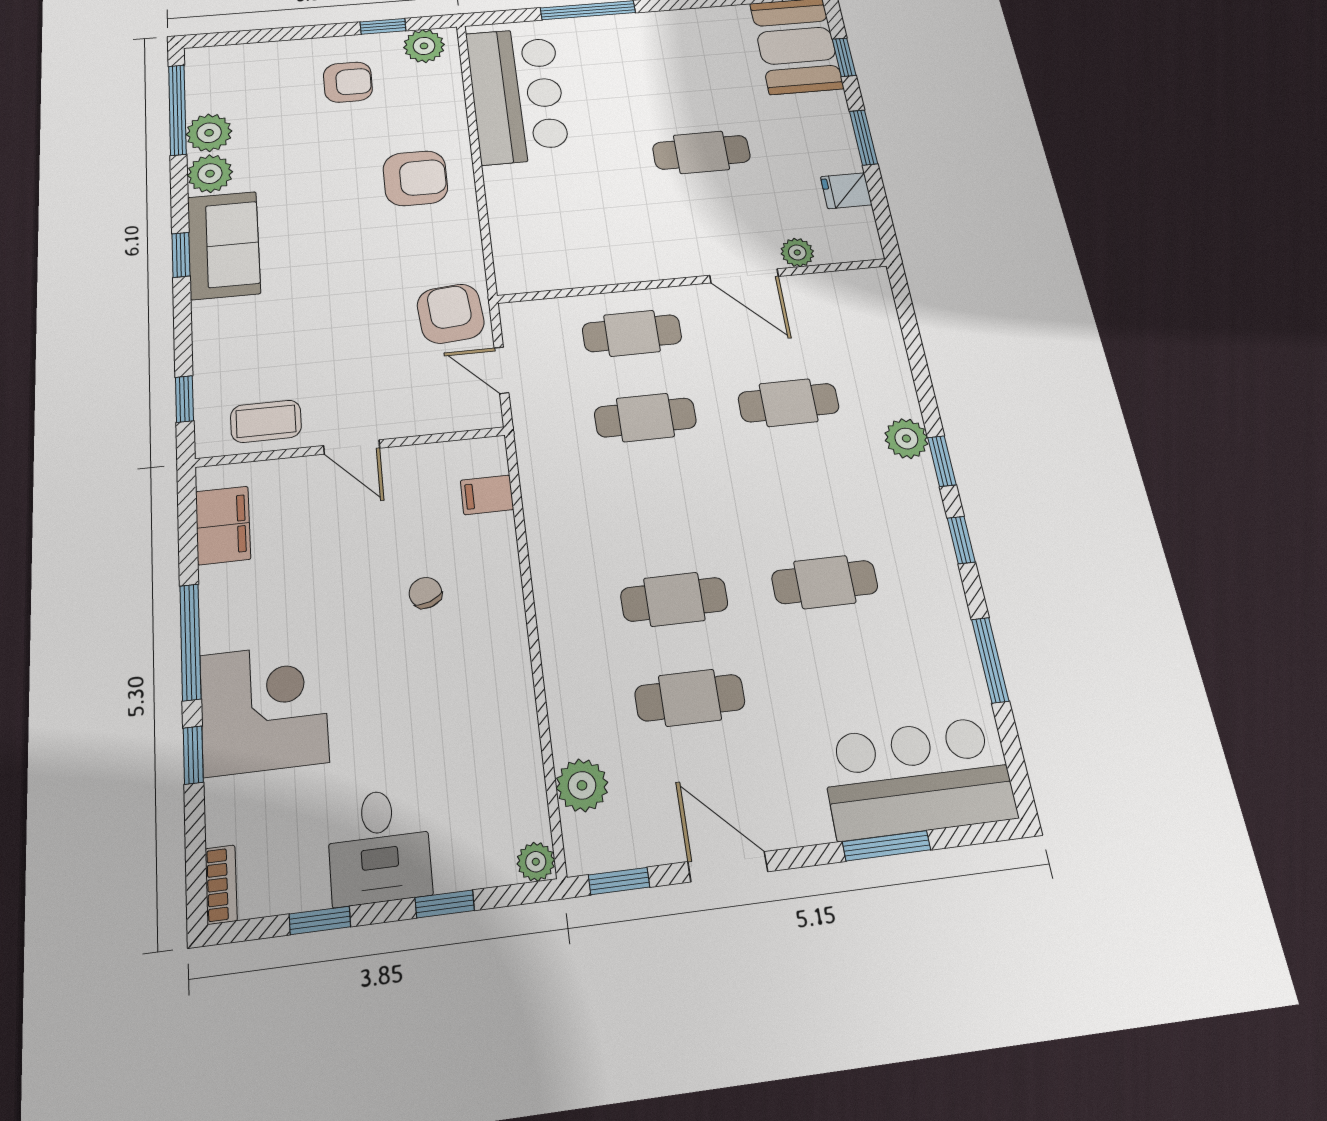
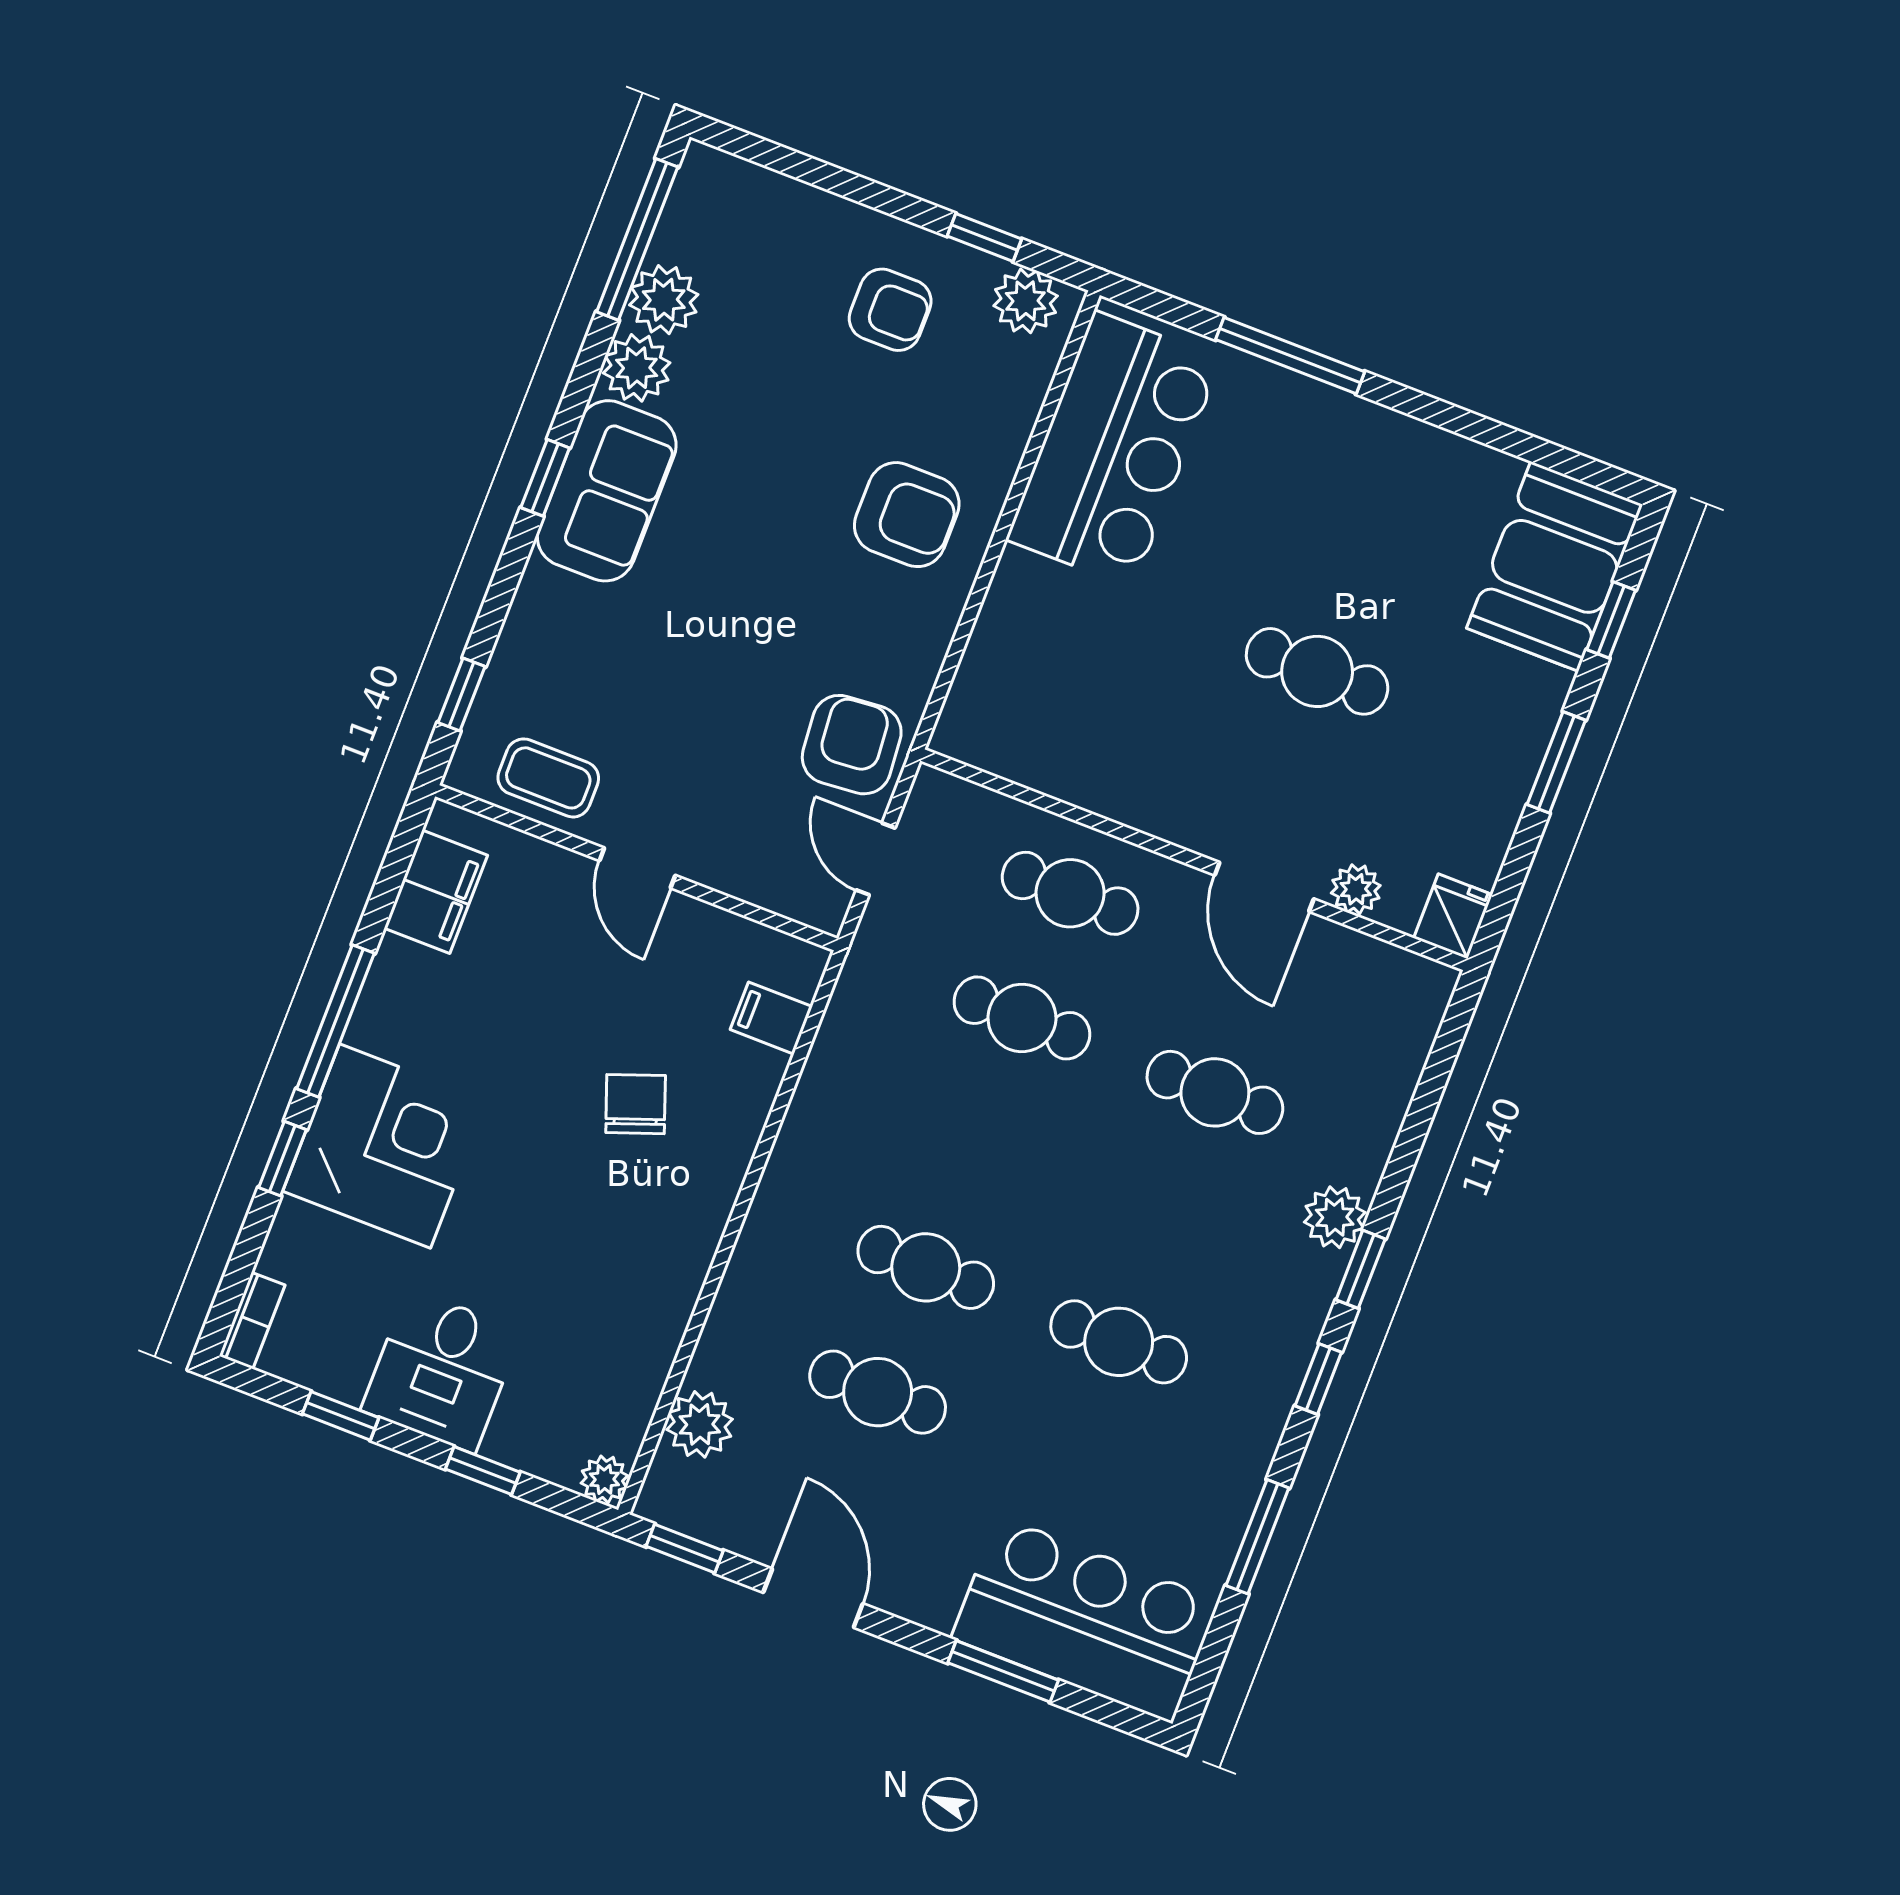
fridge: (846, 191) -> (1453, 916), moved, turned 90
chair: (425, 593) -> (636, 1104), width x1.37, depth x1.37

